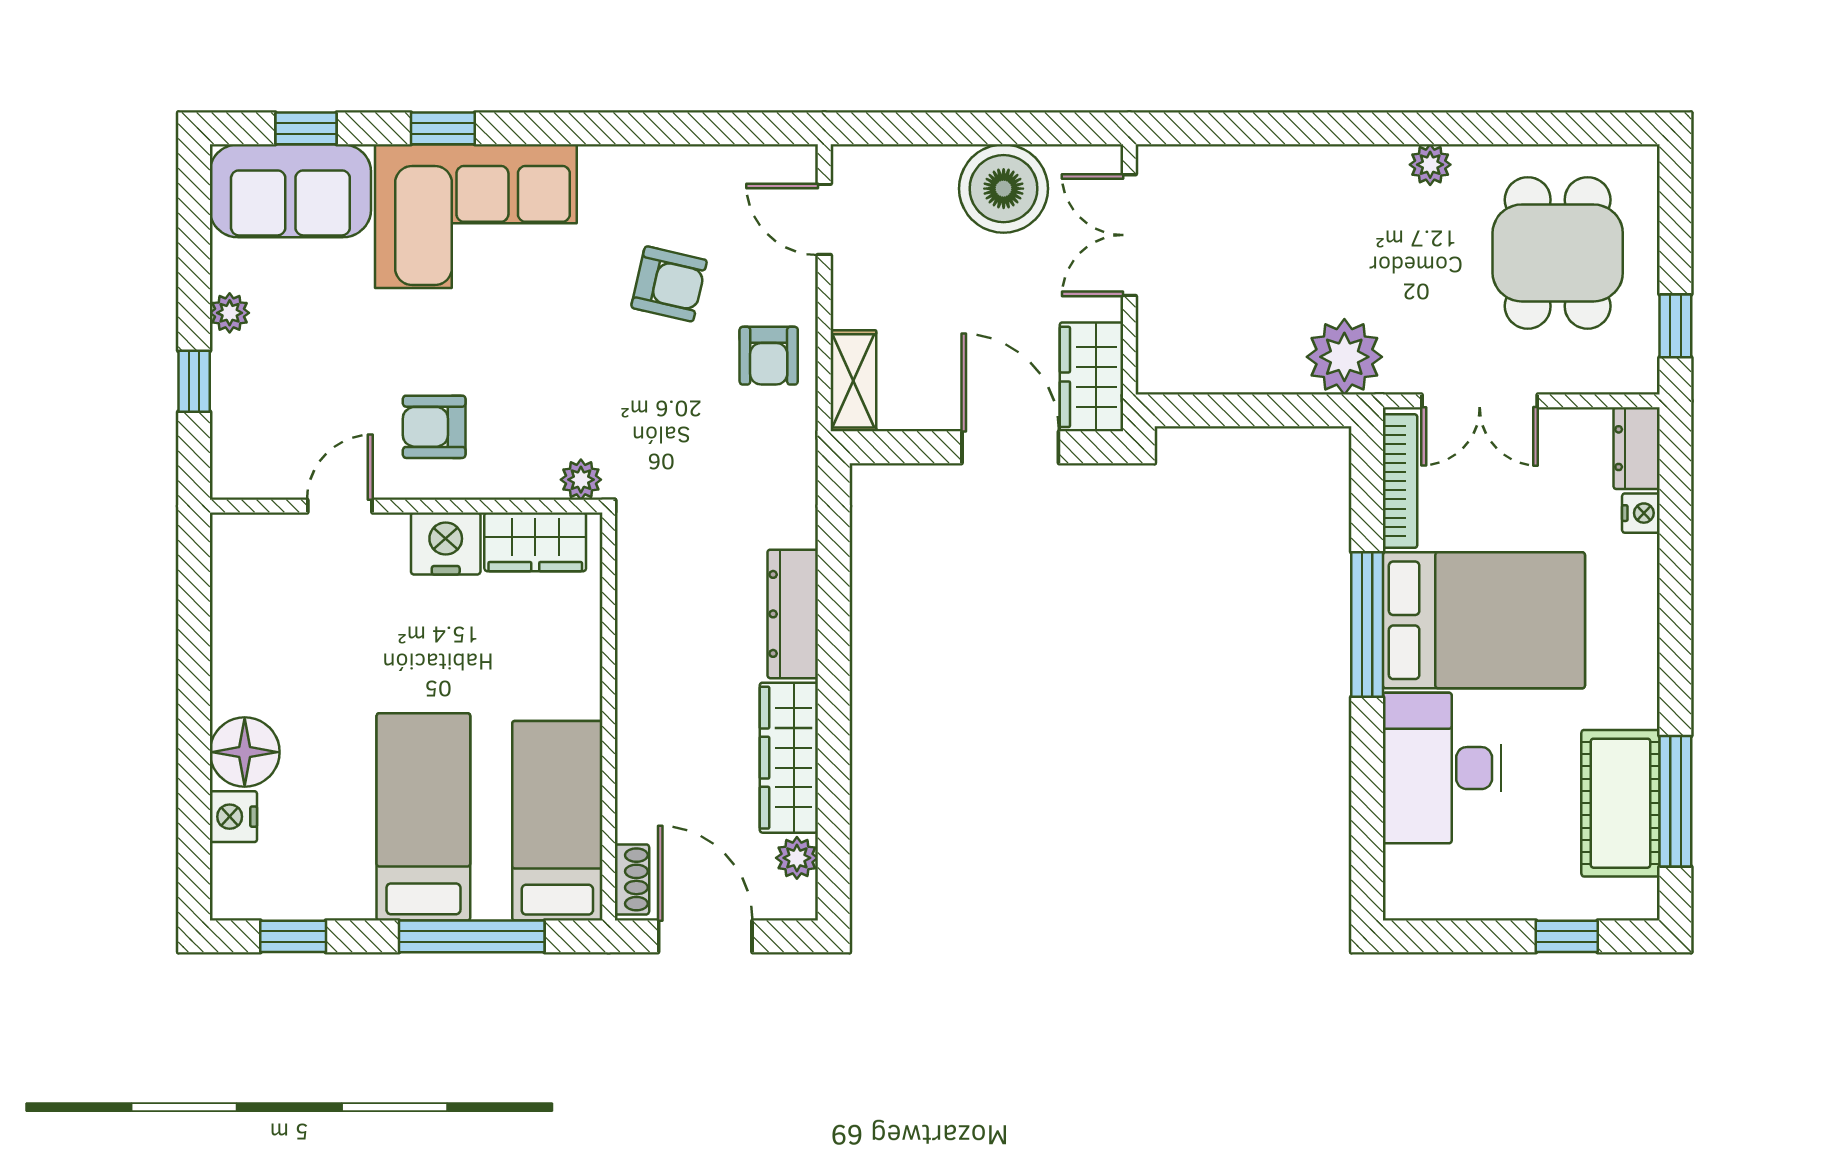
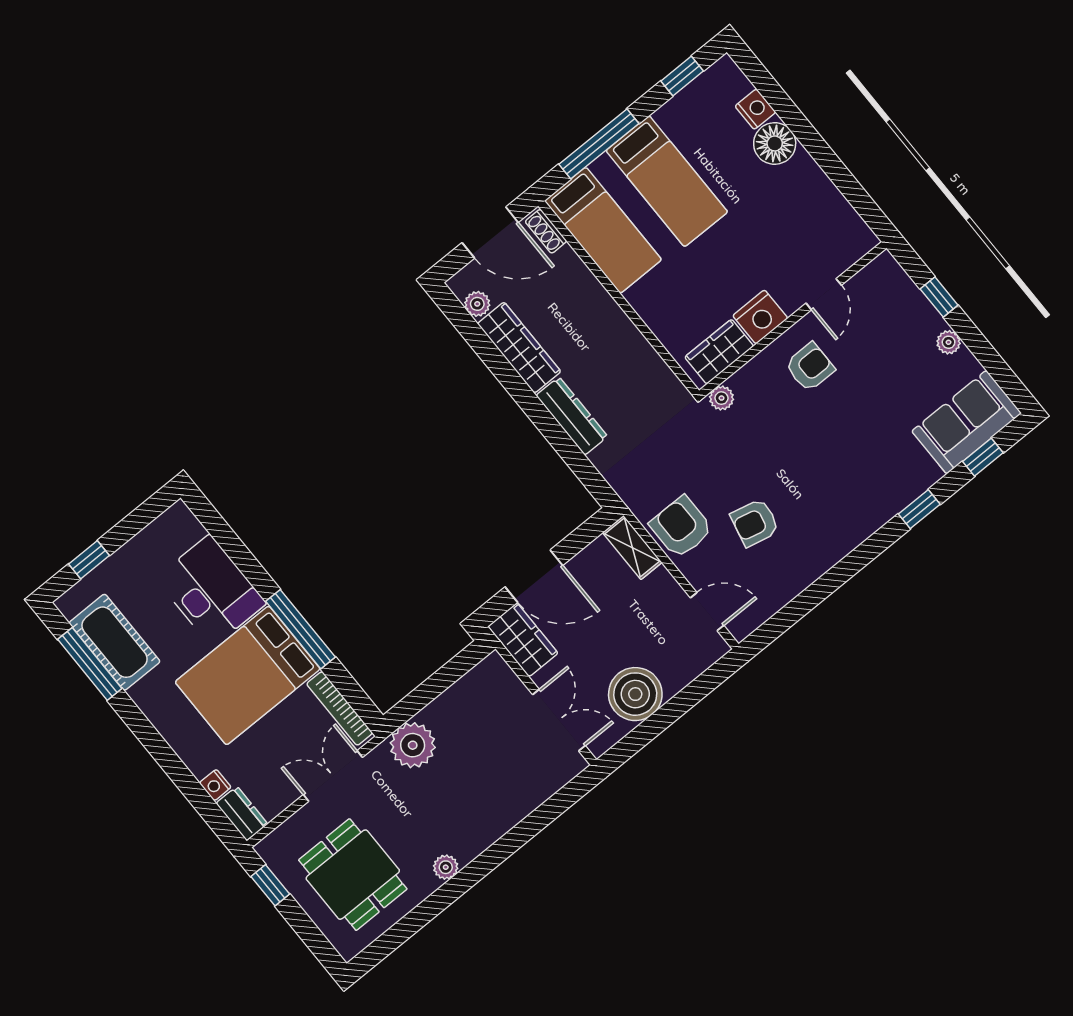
corner sofa: (476, 216) -> (871, 481), removed
armchair: (769, 356) -> (681, 527), width x1.38, depth x1.38

